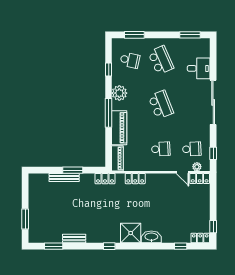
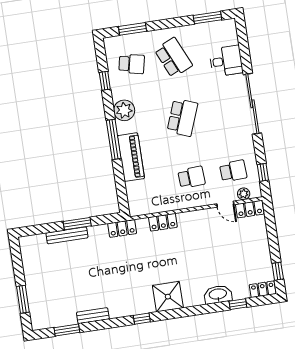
school desk: (161, 105) -> (182, 117), turned 42
piano: (117, 158) -> (135, 199), removed
washbasin: (151, 237) -> (218, 294), moved

